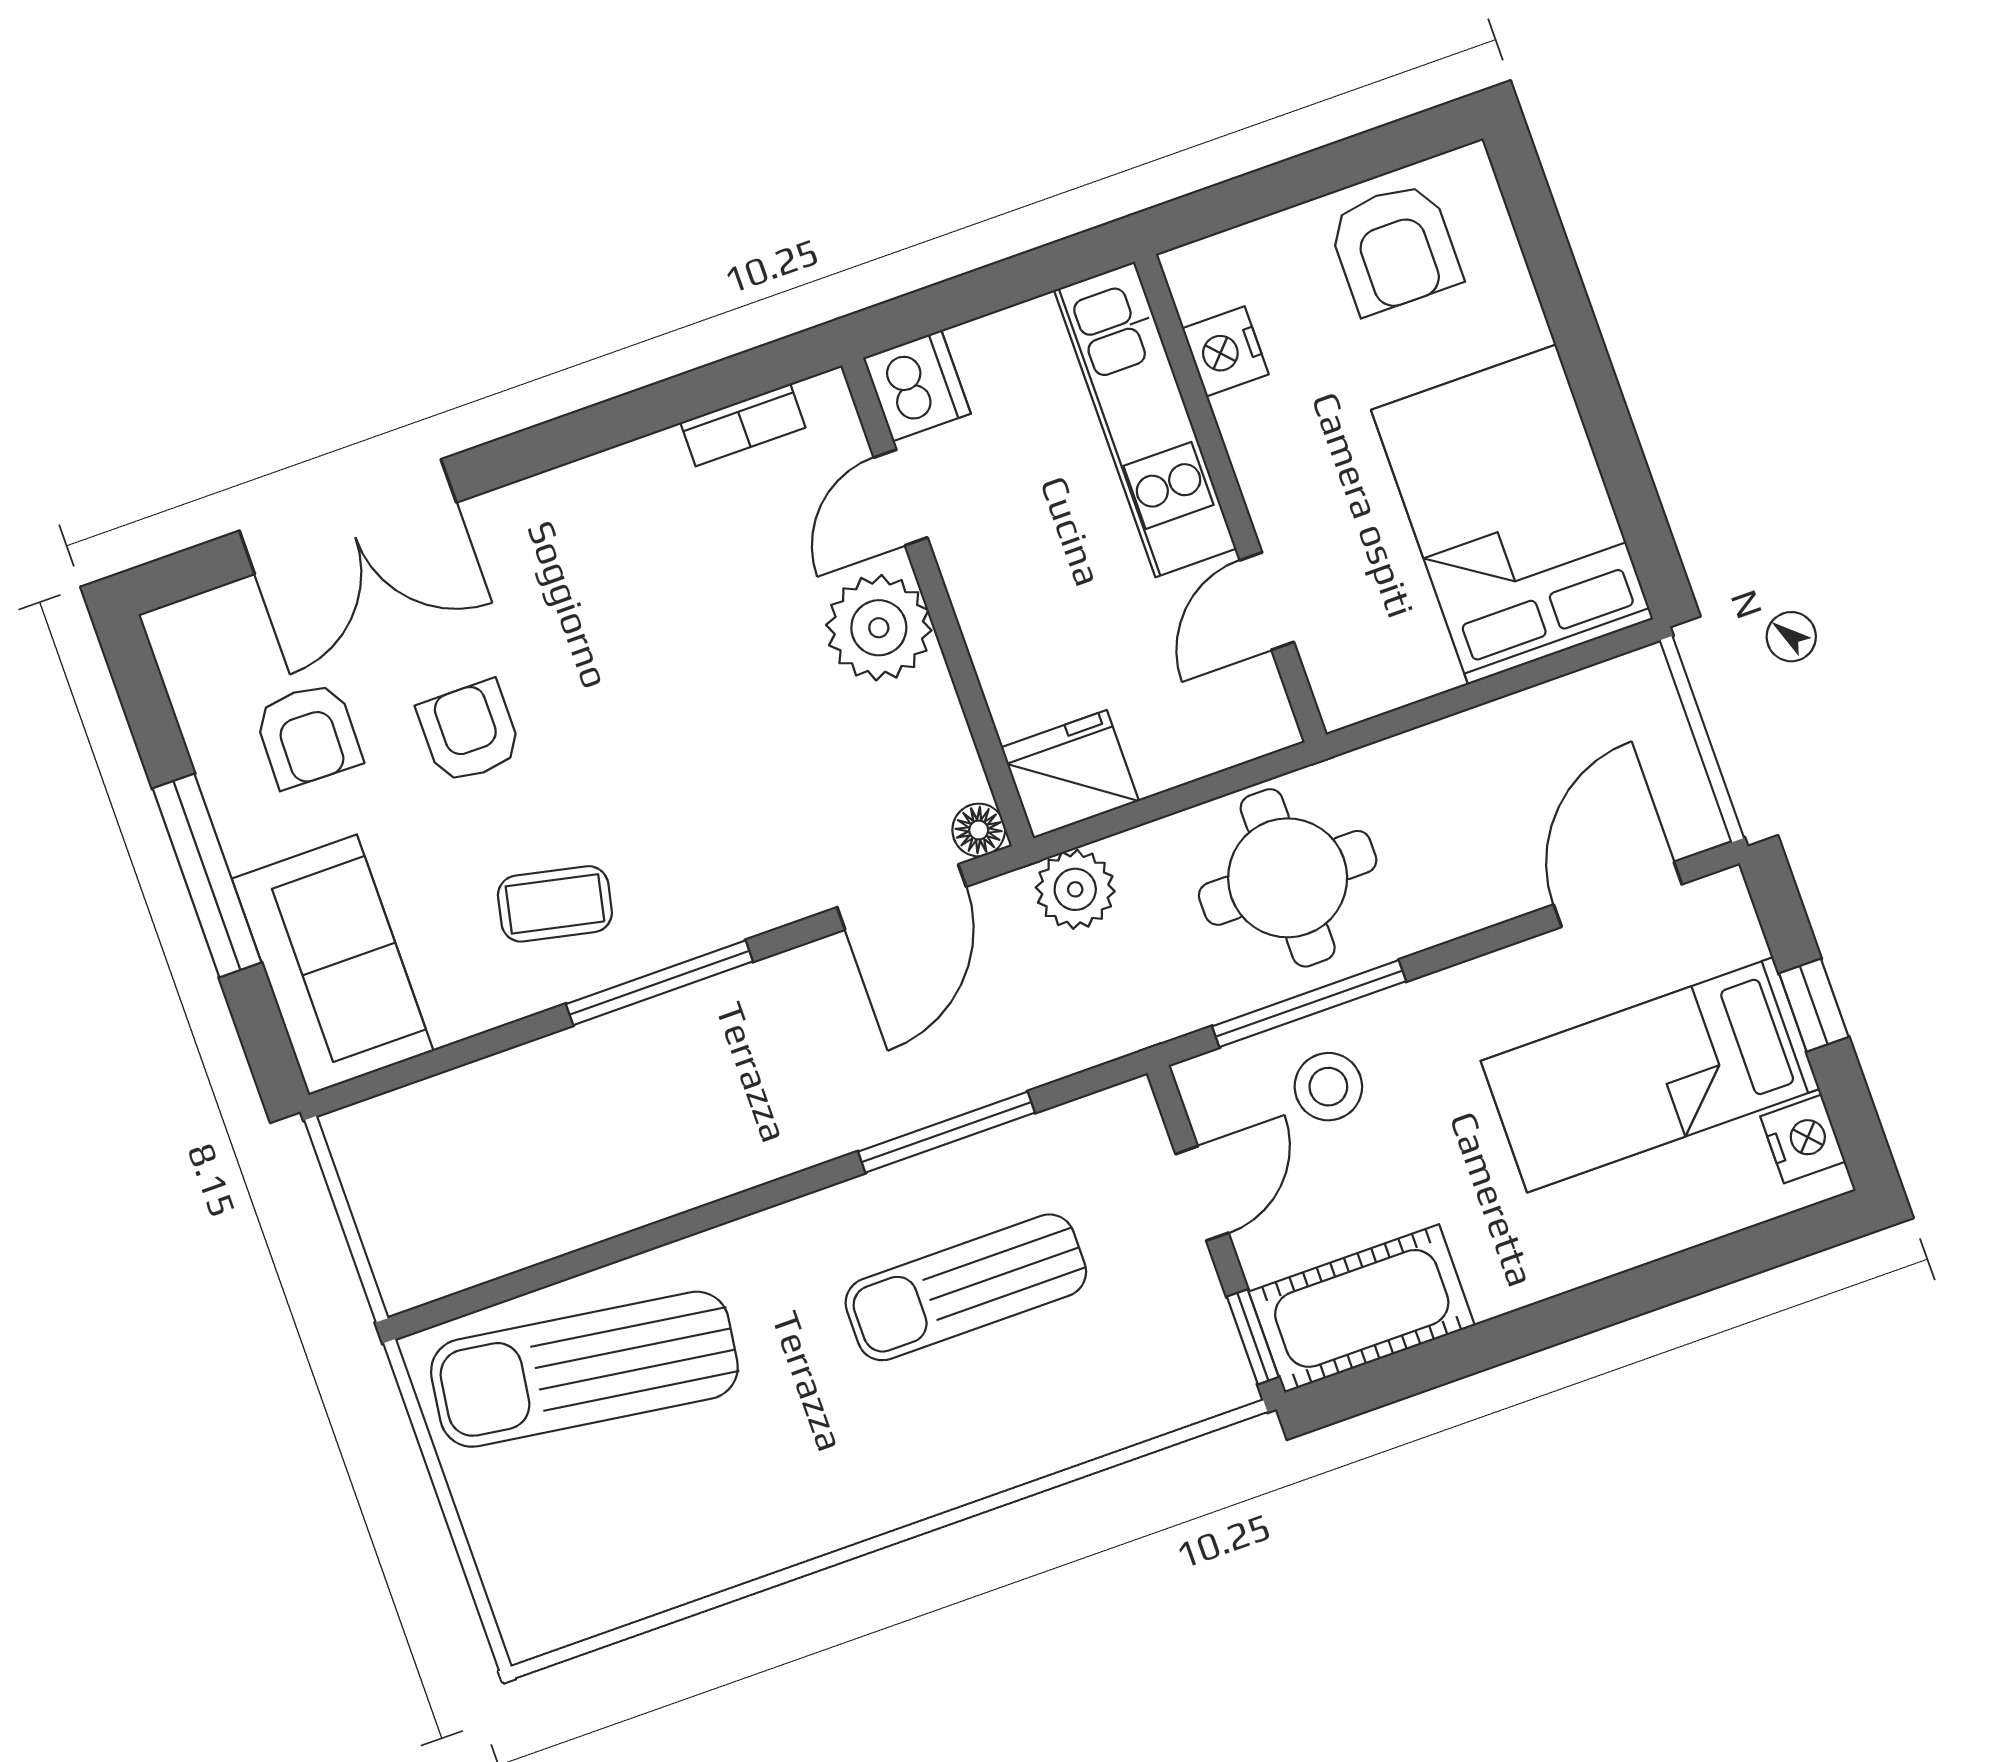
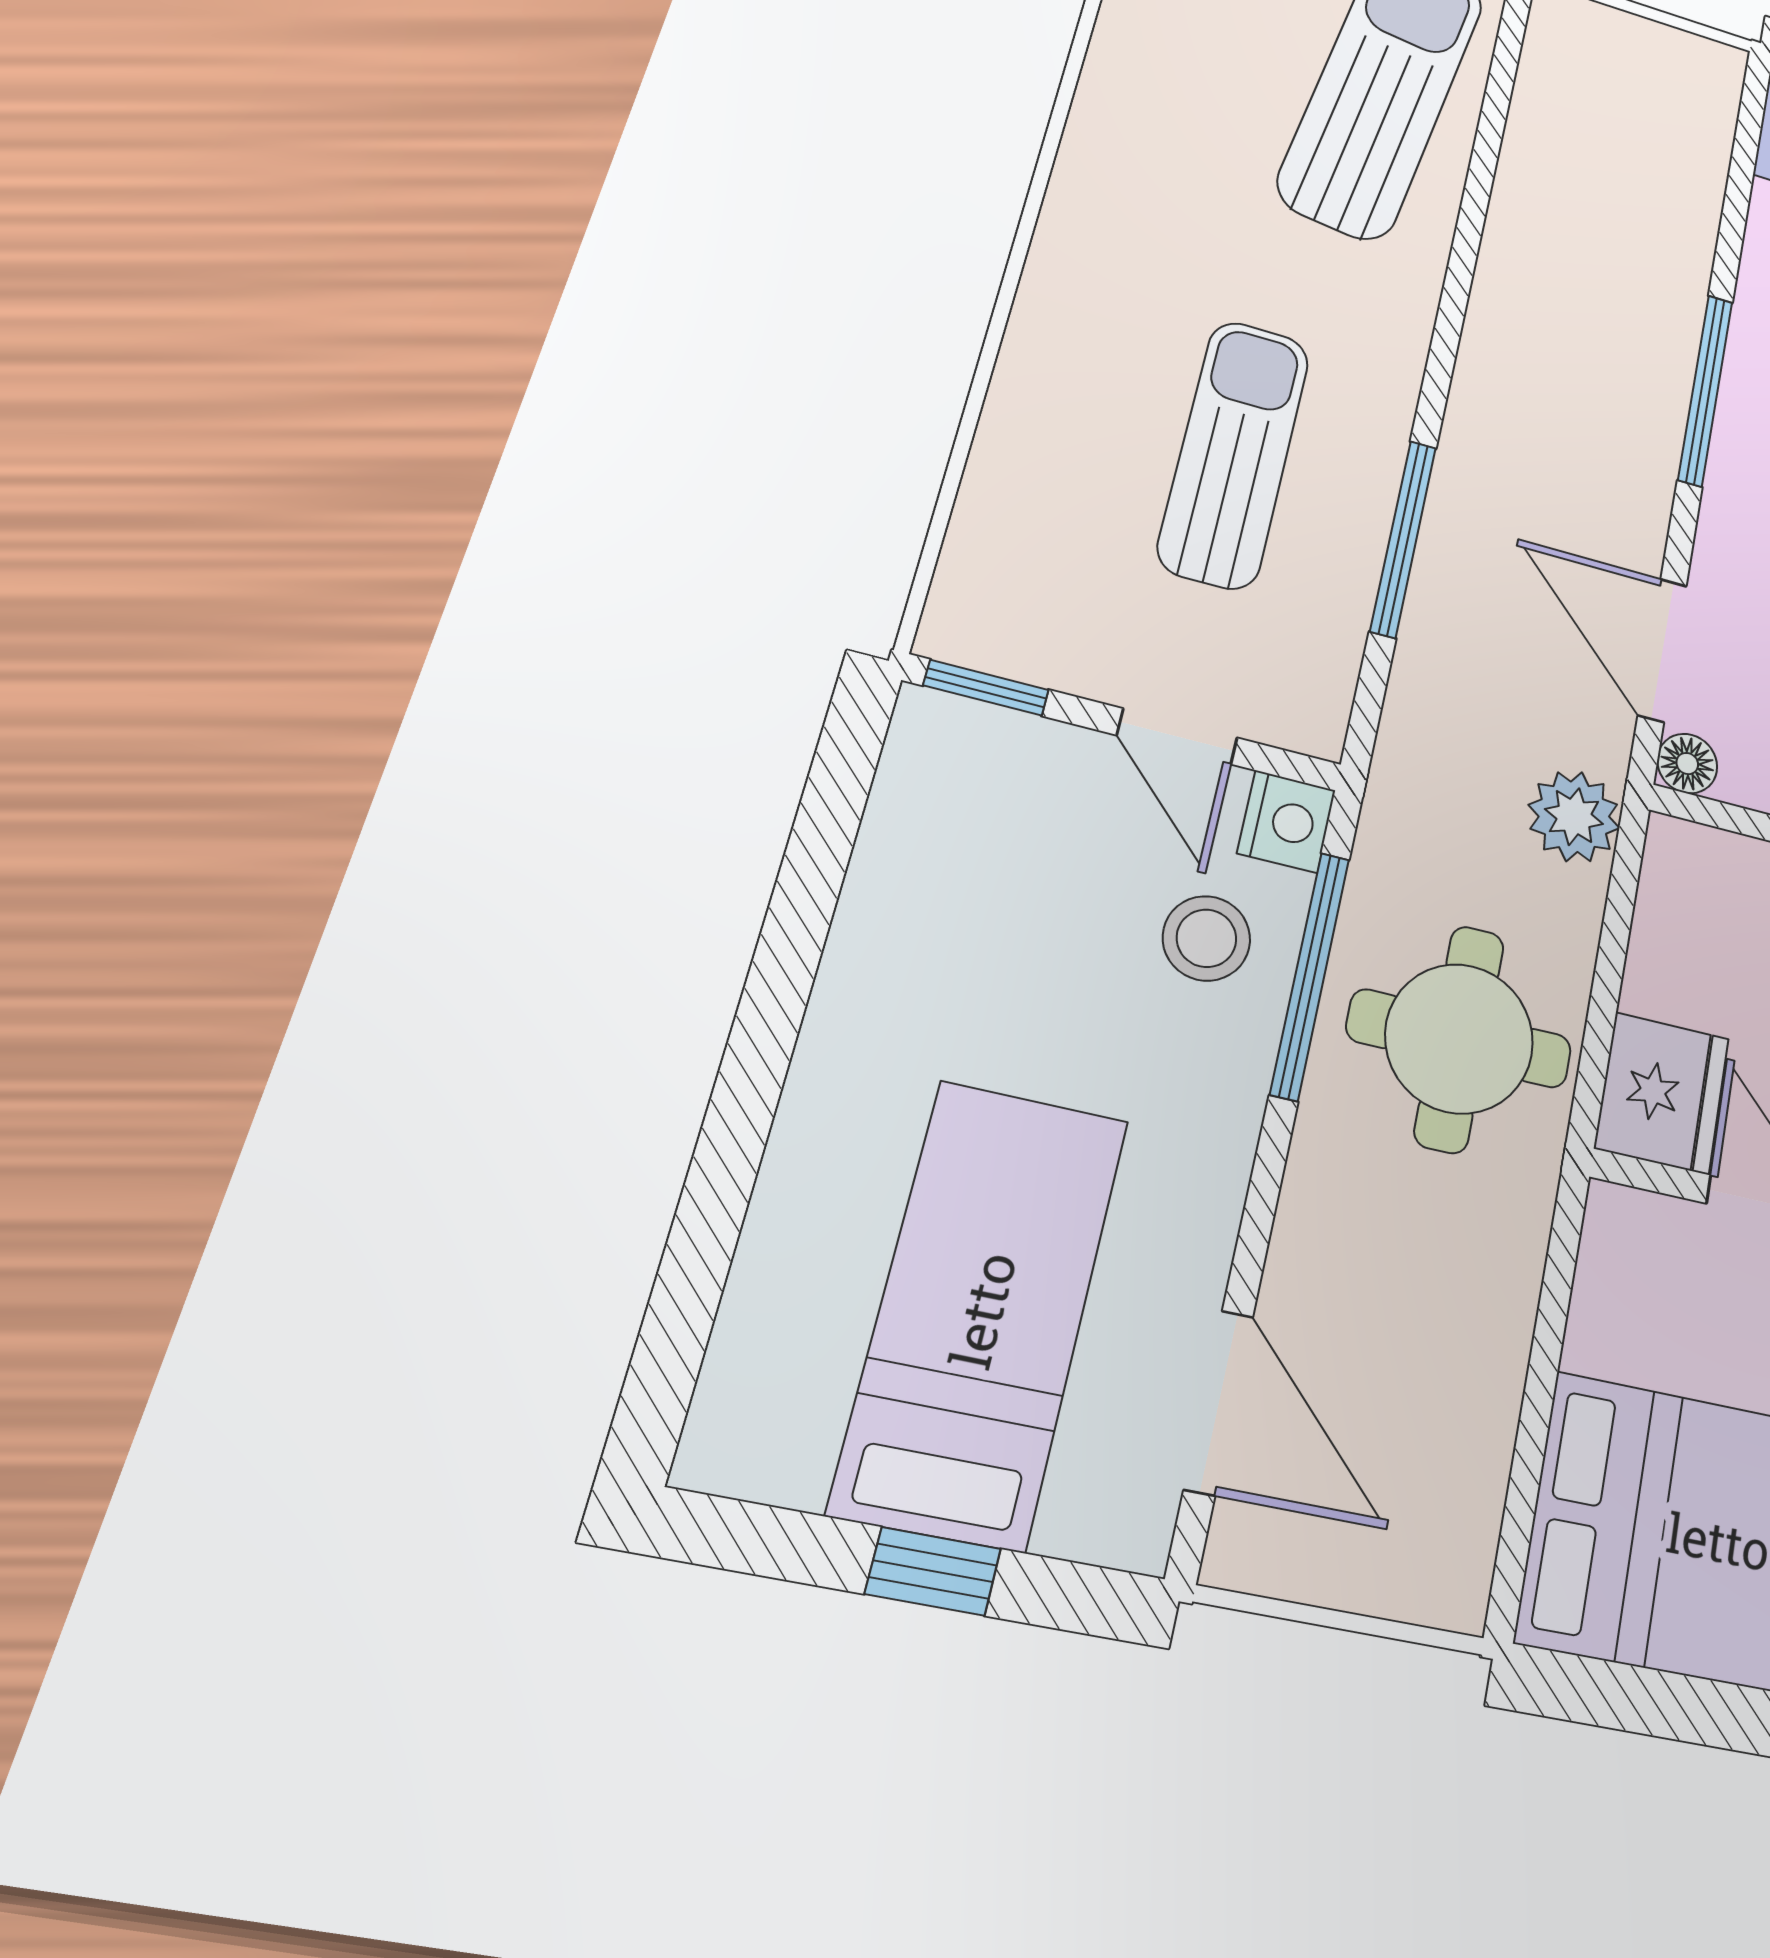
fridge: (1070, 774) -> (1662, 1093), moved
nightstand: (1803, 1139) -> (1286, 822), moved, turned -90
cot: (1362, 1308) -> (936, 818), removed

